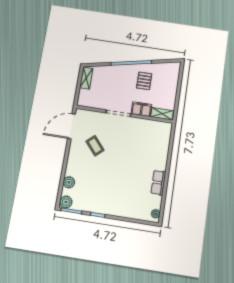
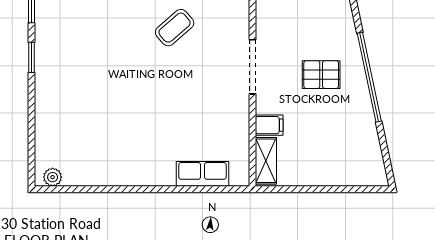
pallet: (144, 81) -> (321, 75), moved
filing cabinet: (141, 109) -> (269, 125), width x0.50
row of seats: (158, 183) -> (202, 174), moved

